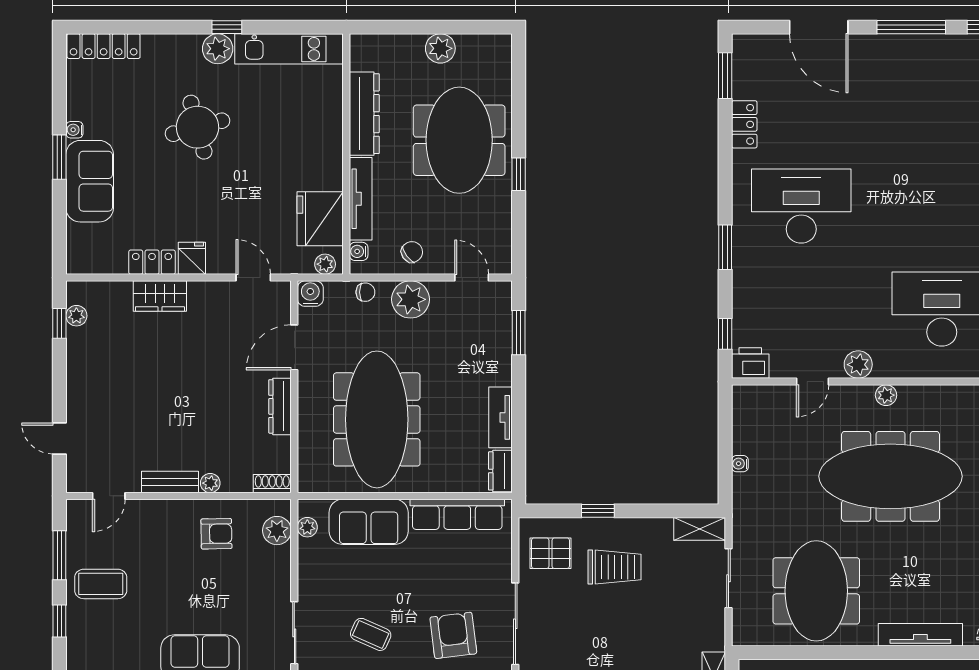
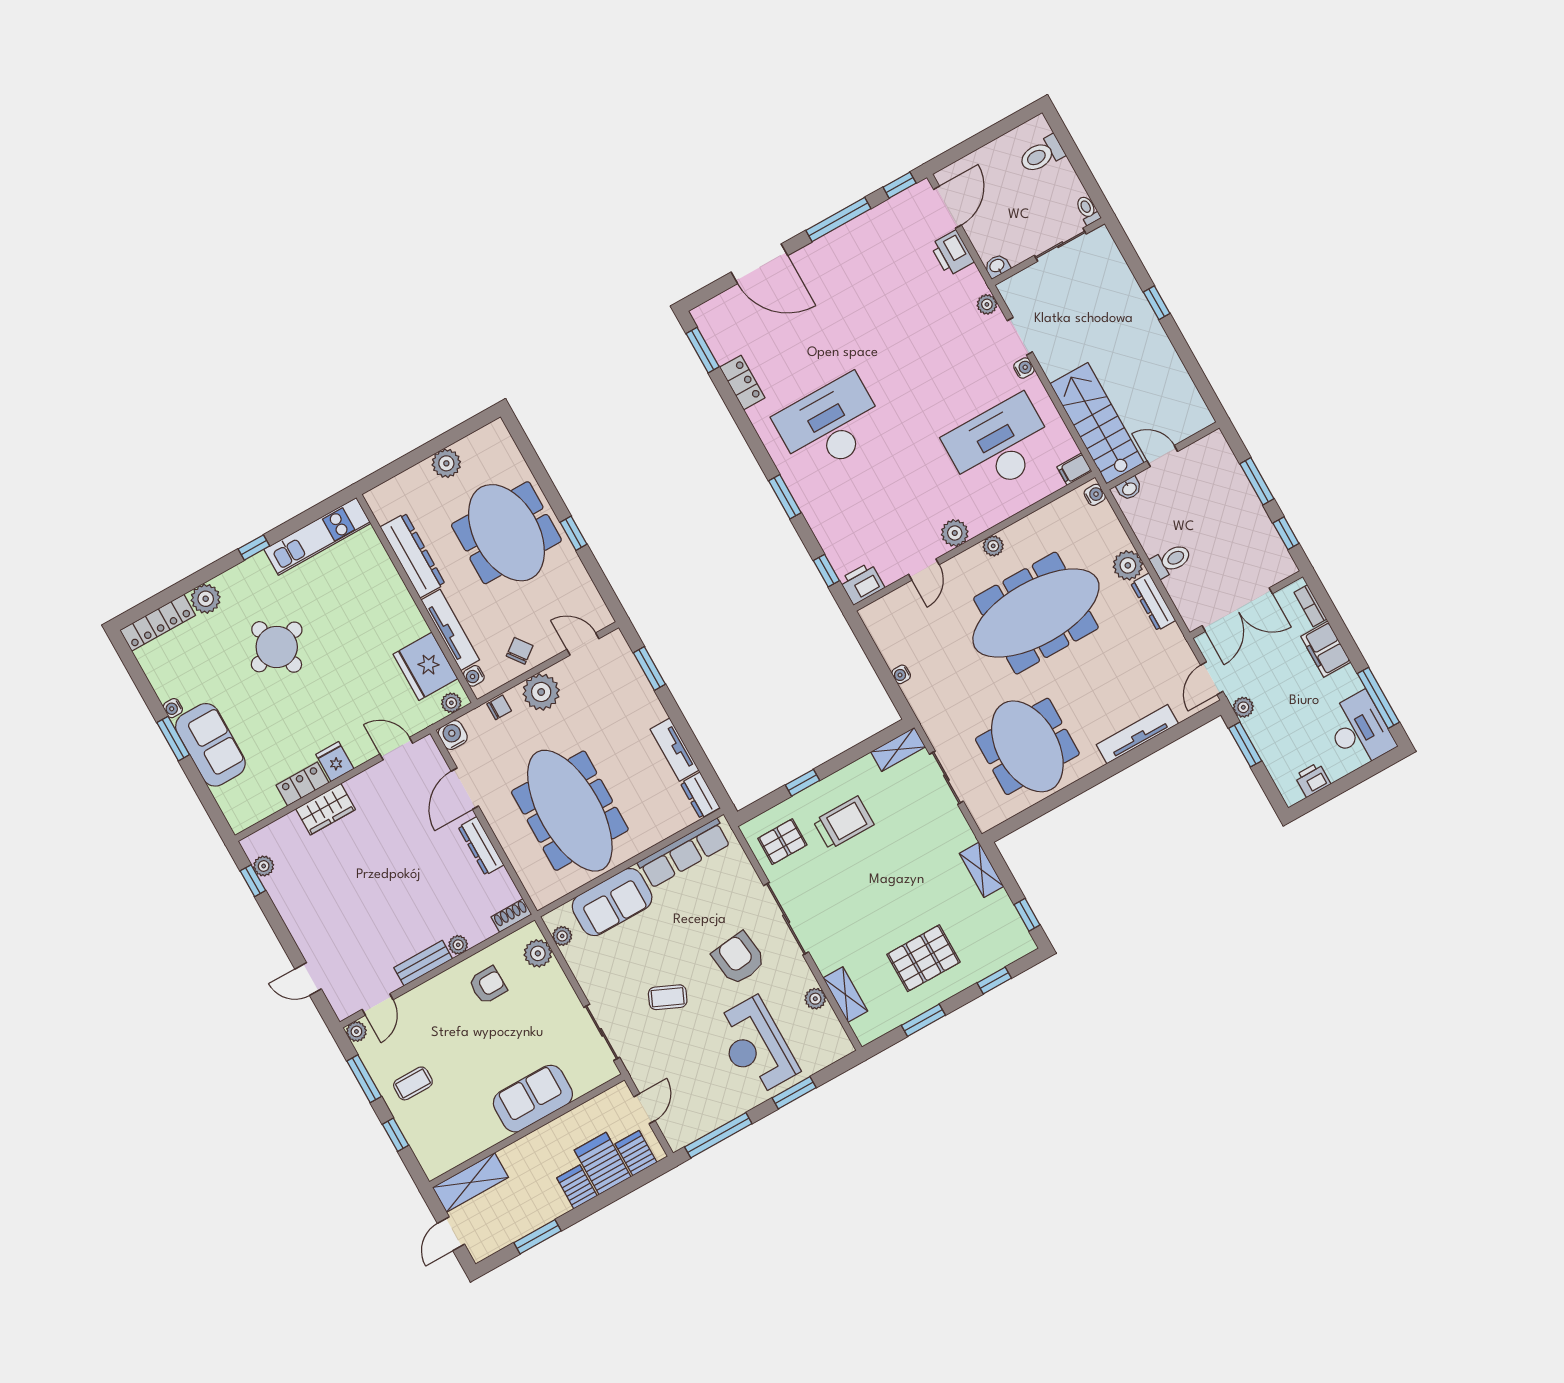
plant: (218, 49) -> (206, 599), moved
plant: (76, 509) -> (356, 1031), added
coffee table: (101, 584) -> (413, 1083), width x0.73, depth x0.77

